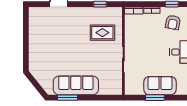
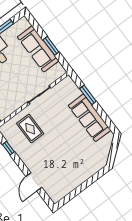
sofa: (160, 86) -> (38, 49), width x1.36
window: (68, 98) -> (88, 95), moved

